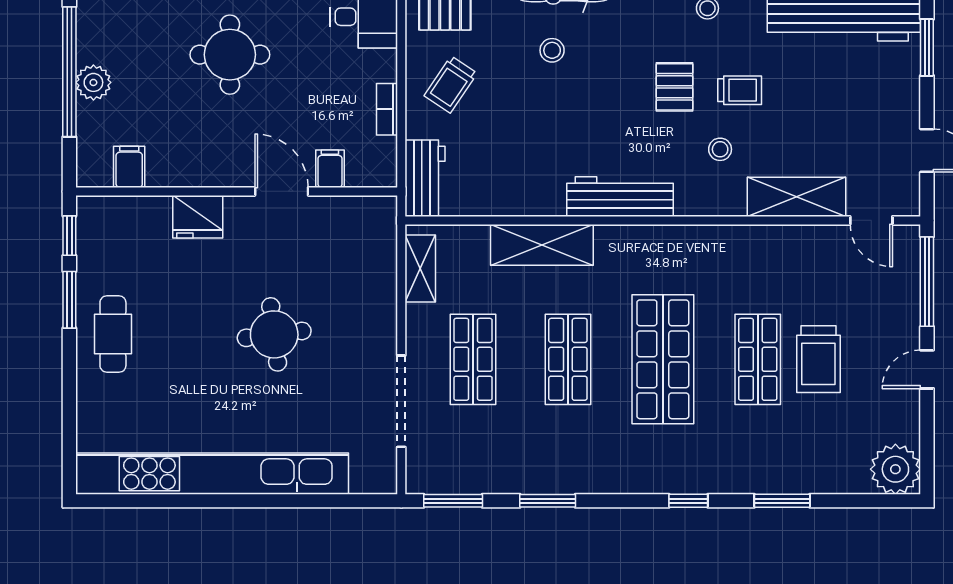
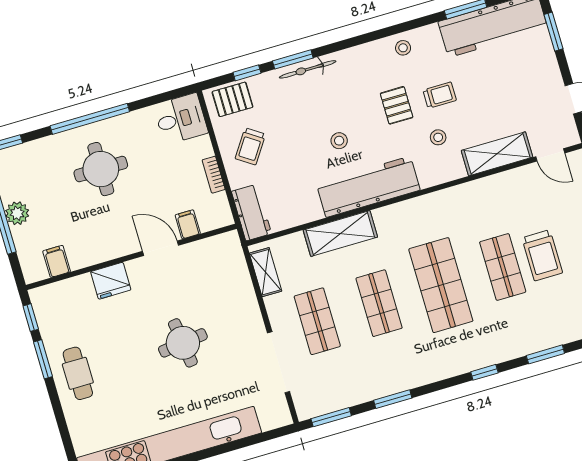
stool: (552, 50) -> (339, 141), moved
workbench: (620, 197) -> (368, 187), width x1.36, depth x1.32

